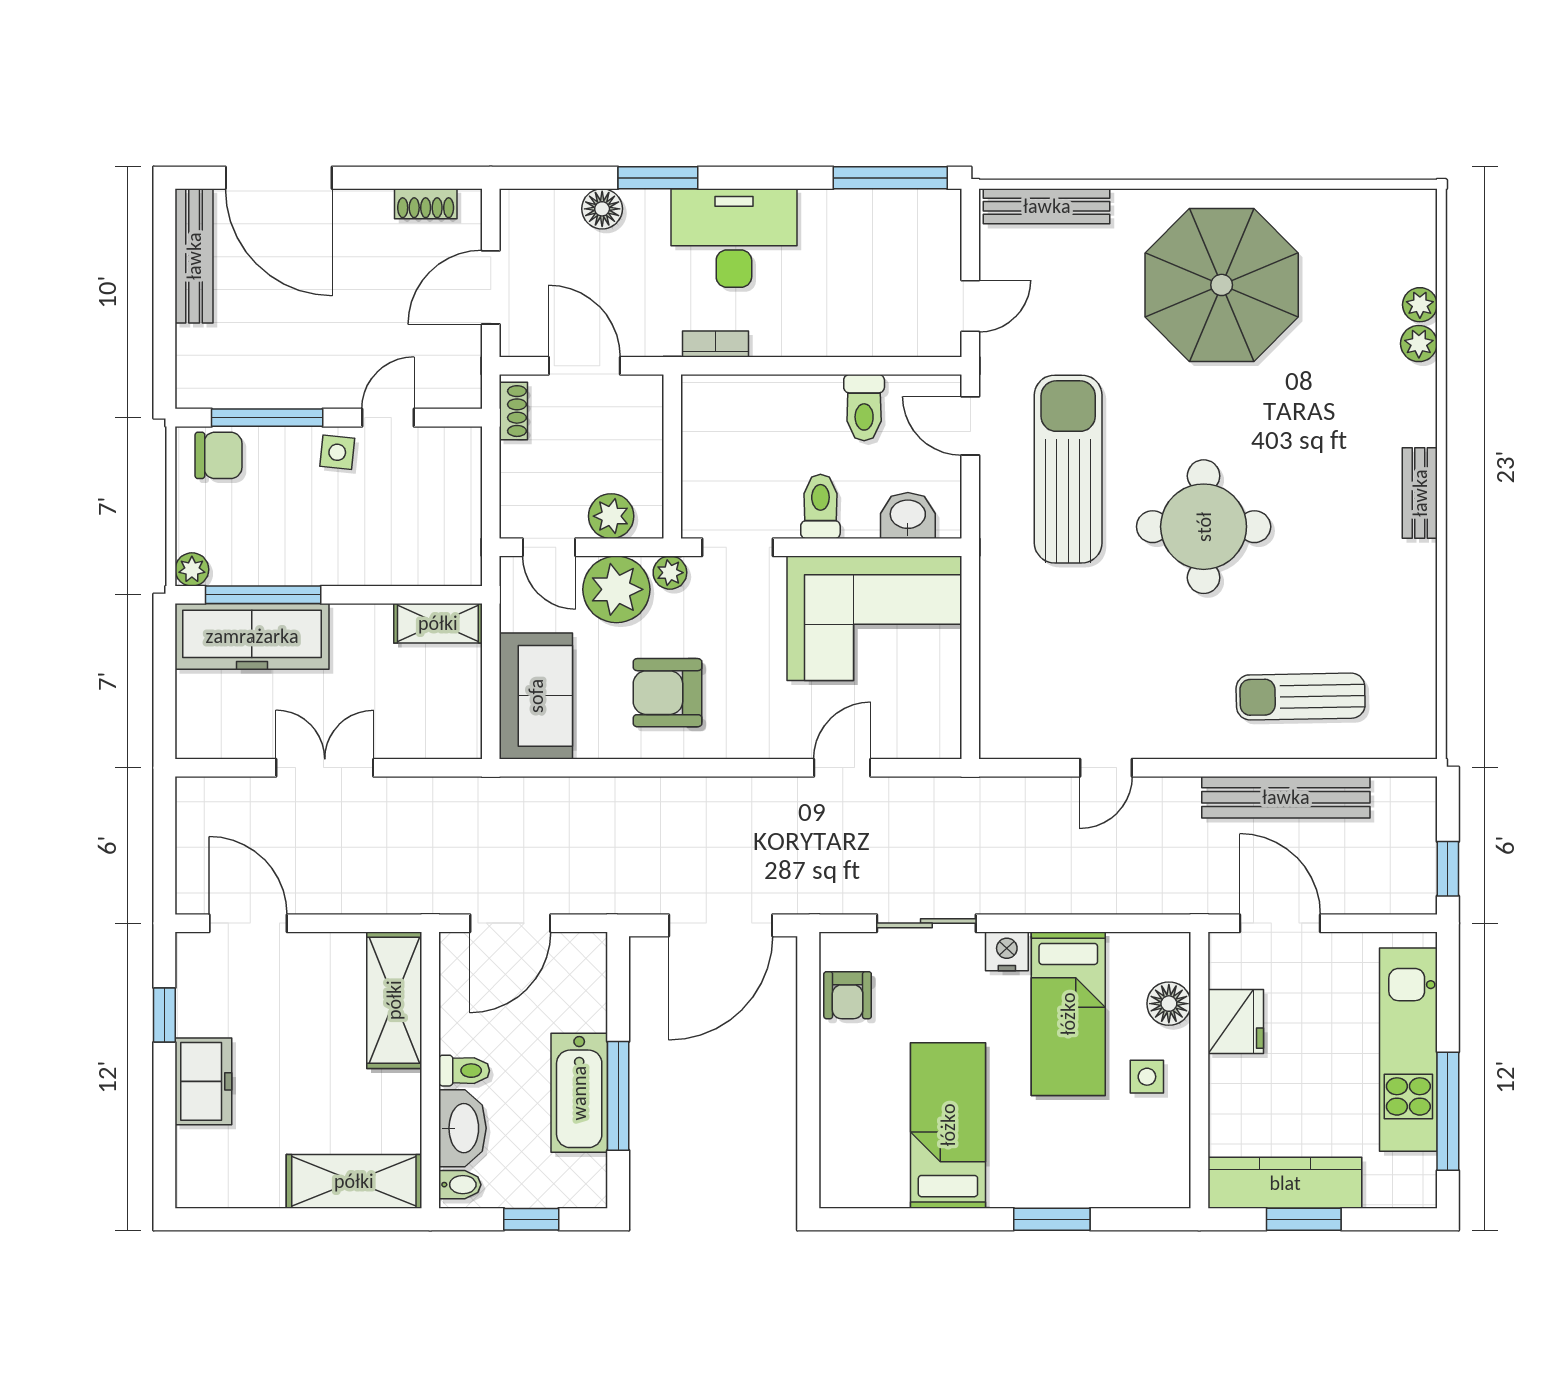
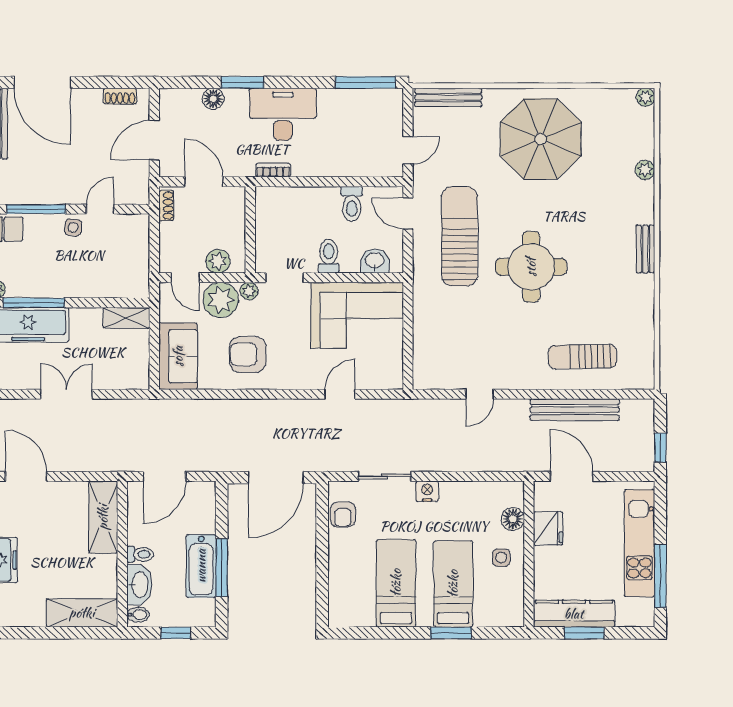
plant: (1420, 305) -> (645, 97), moved
bed: (1068, 1014) -> (453, 584), moved, turned 180

